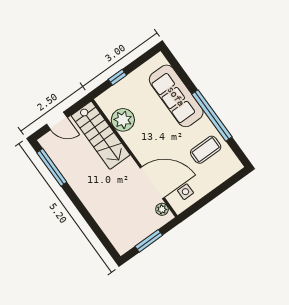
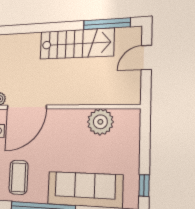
window: (117, 77) -> (144, 185), moved
stairs: (101, 135) -> (77, 44), moved, turned 180

